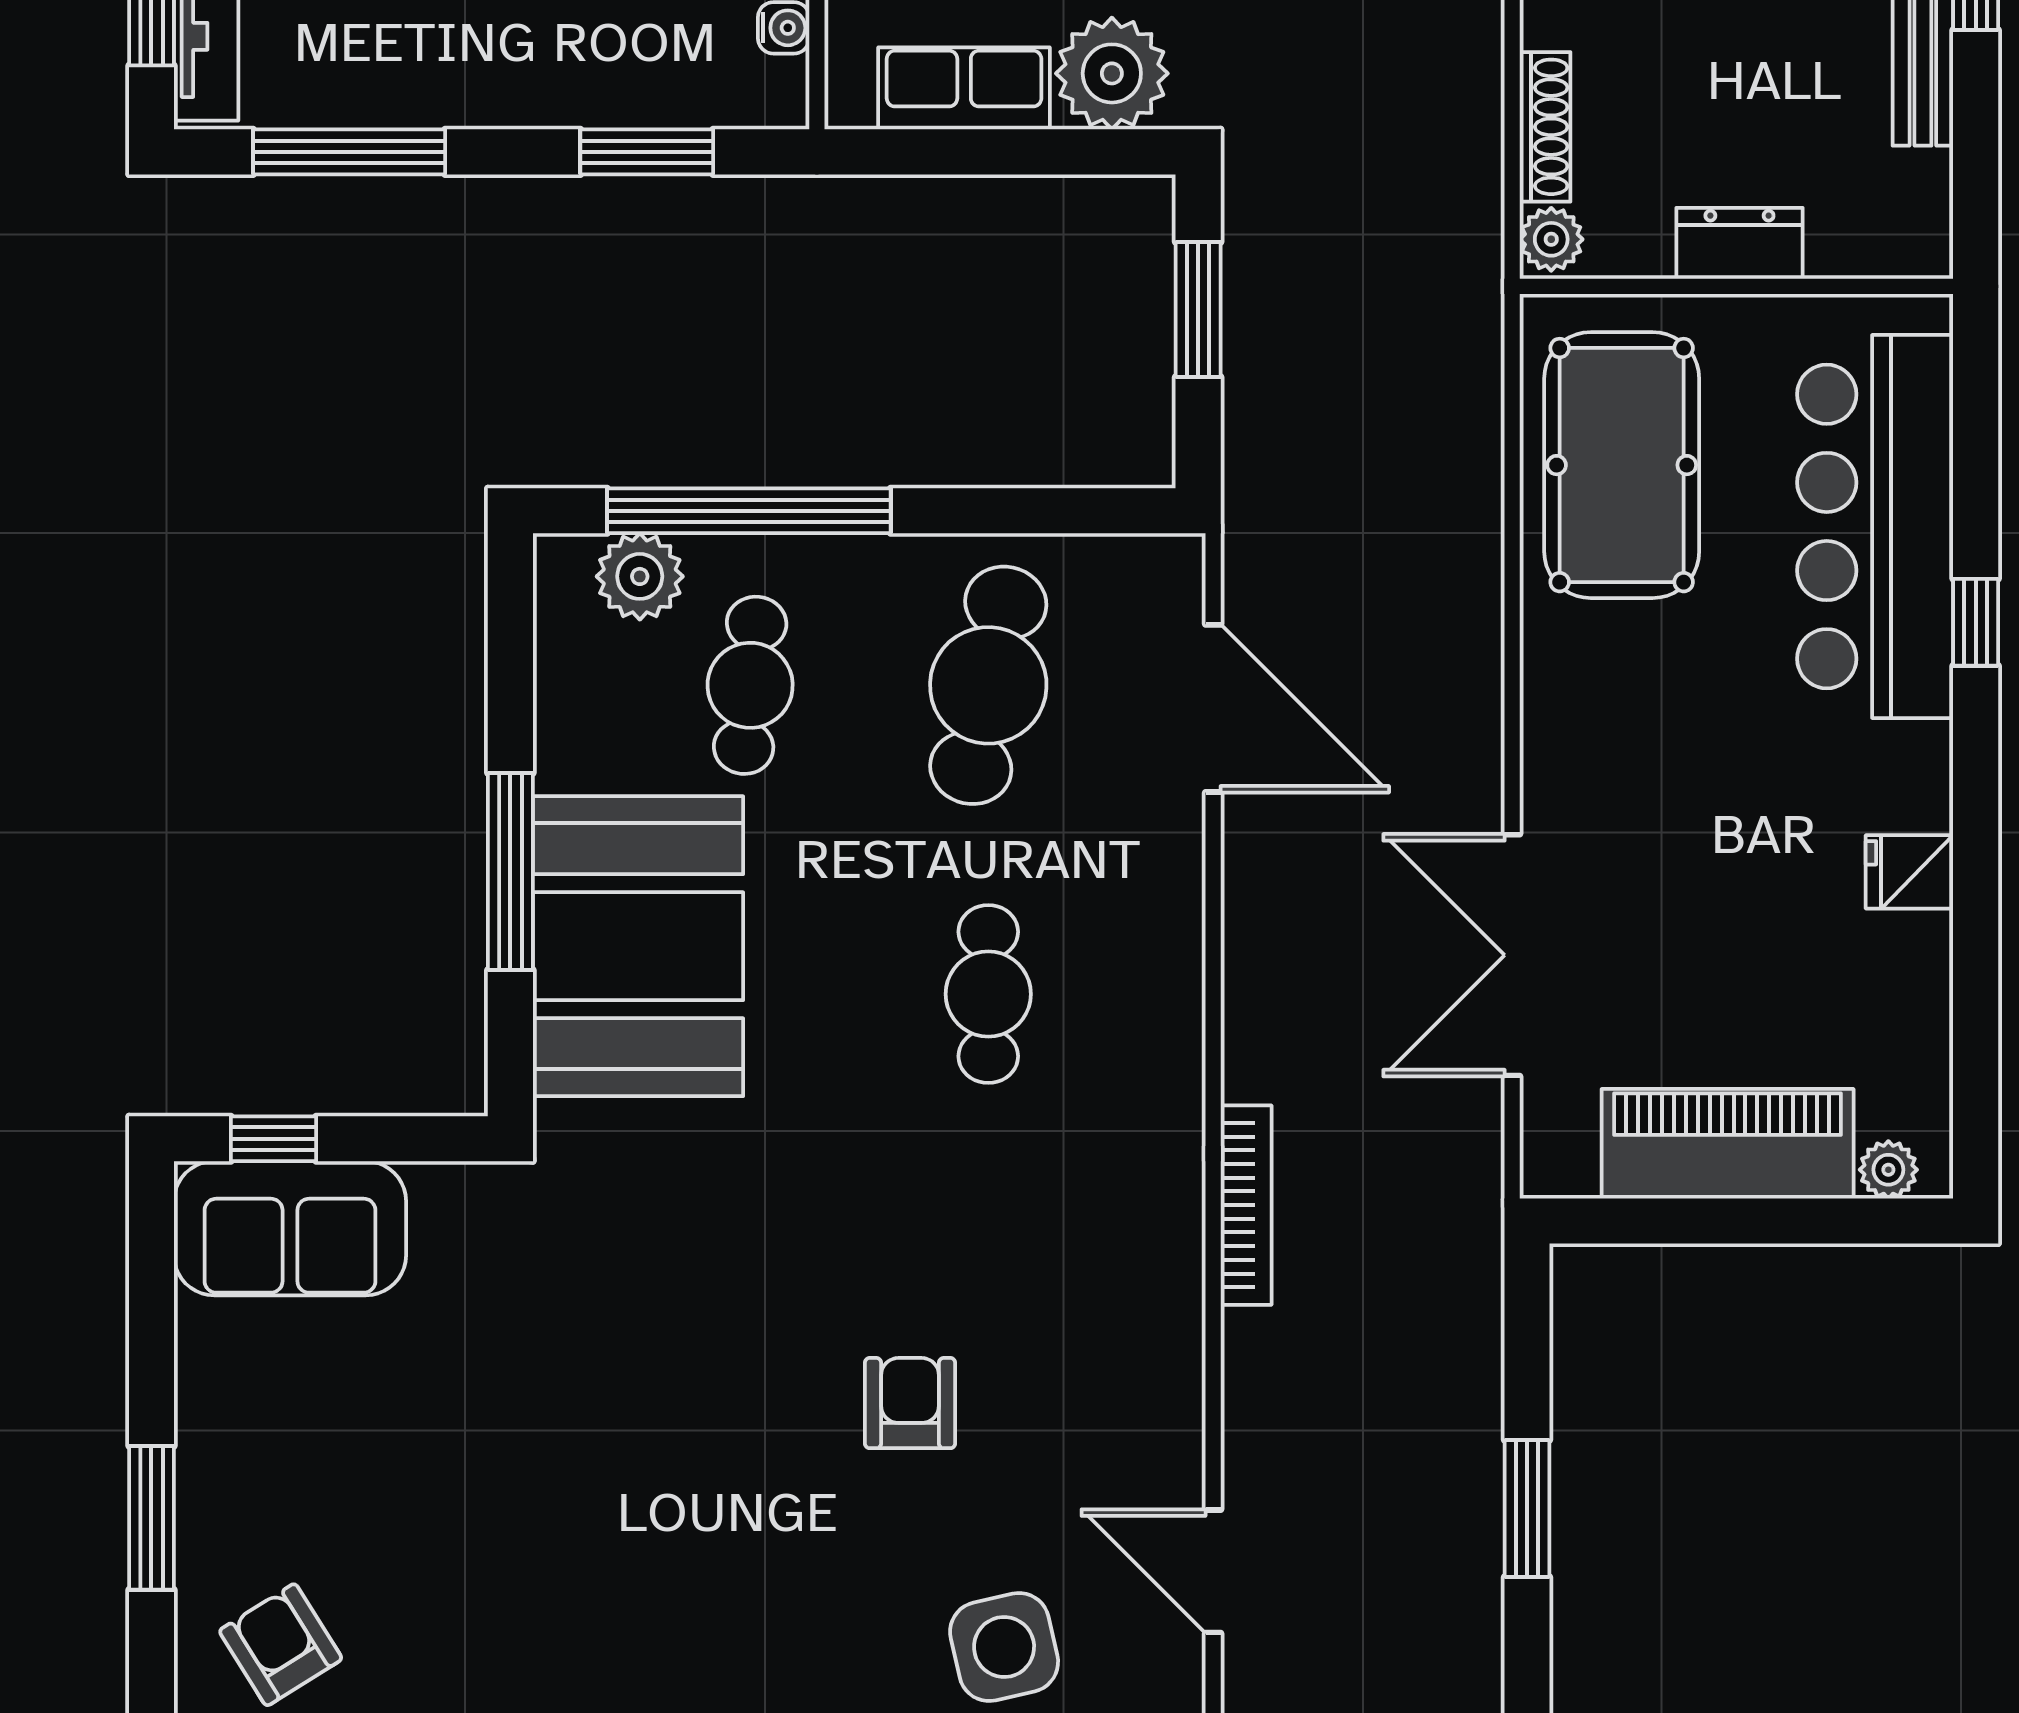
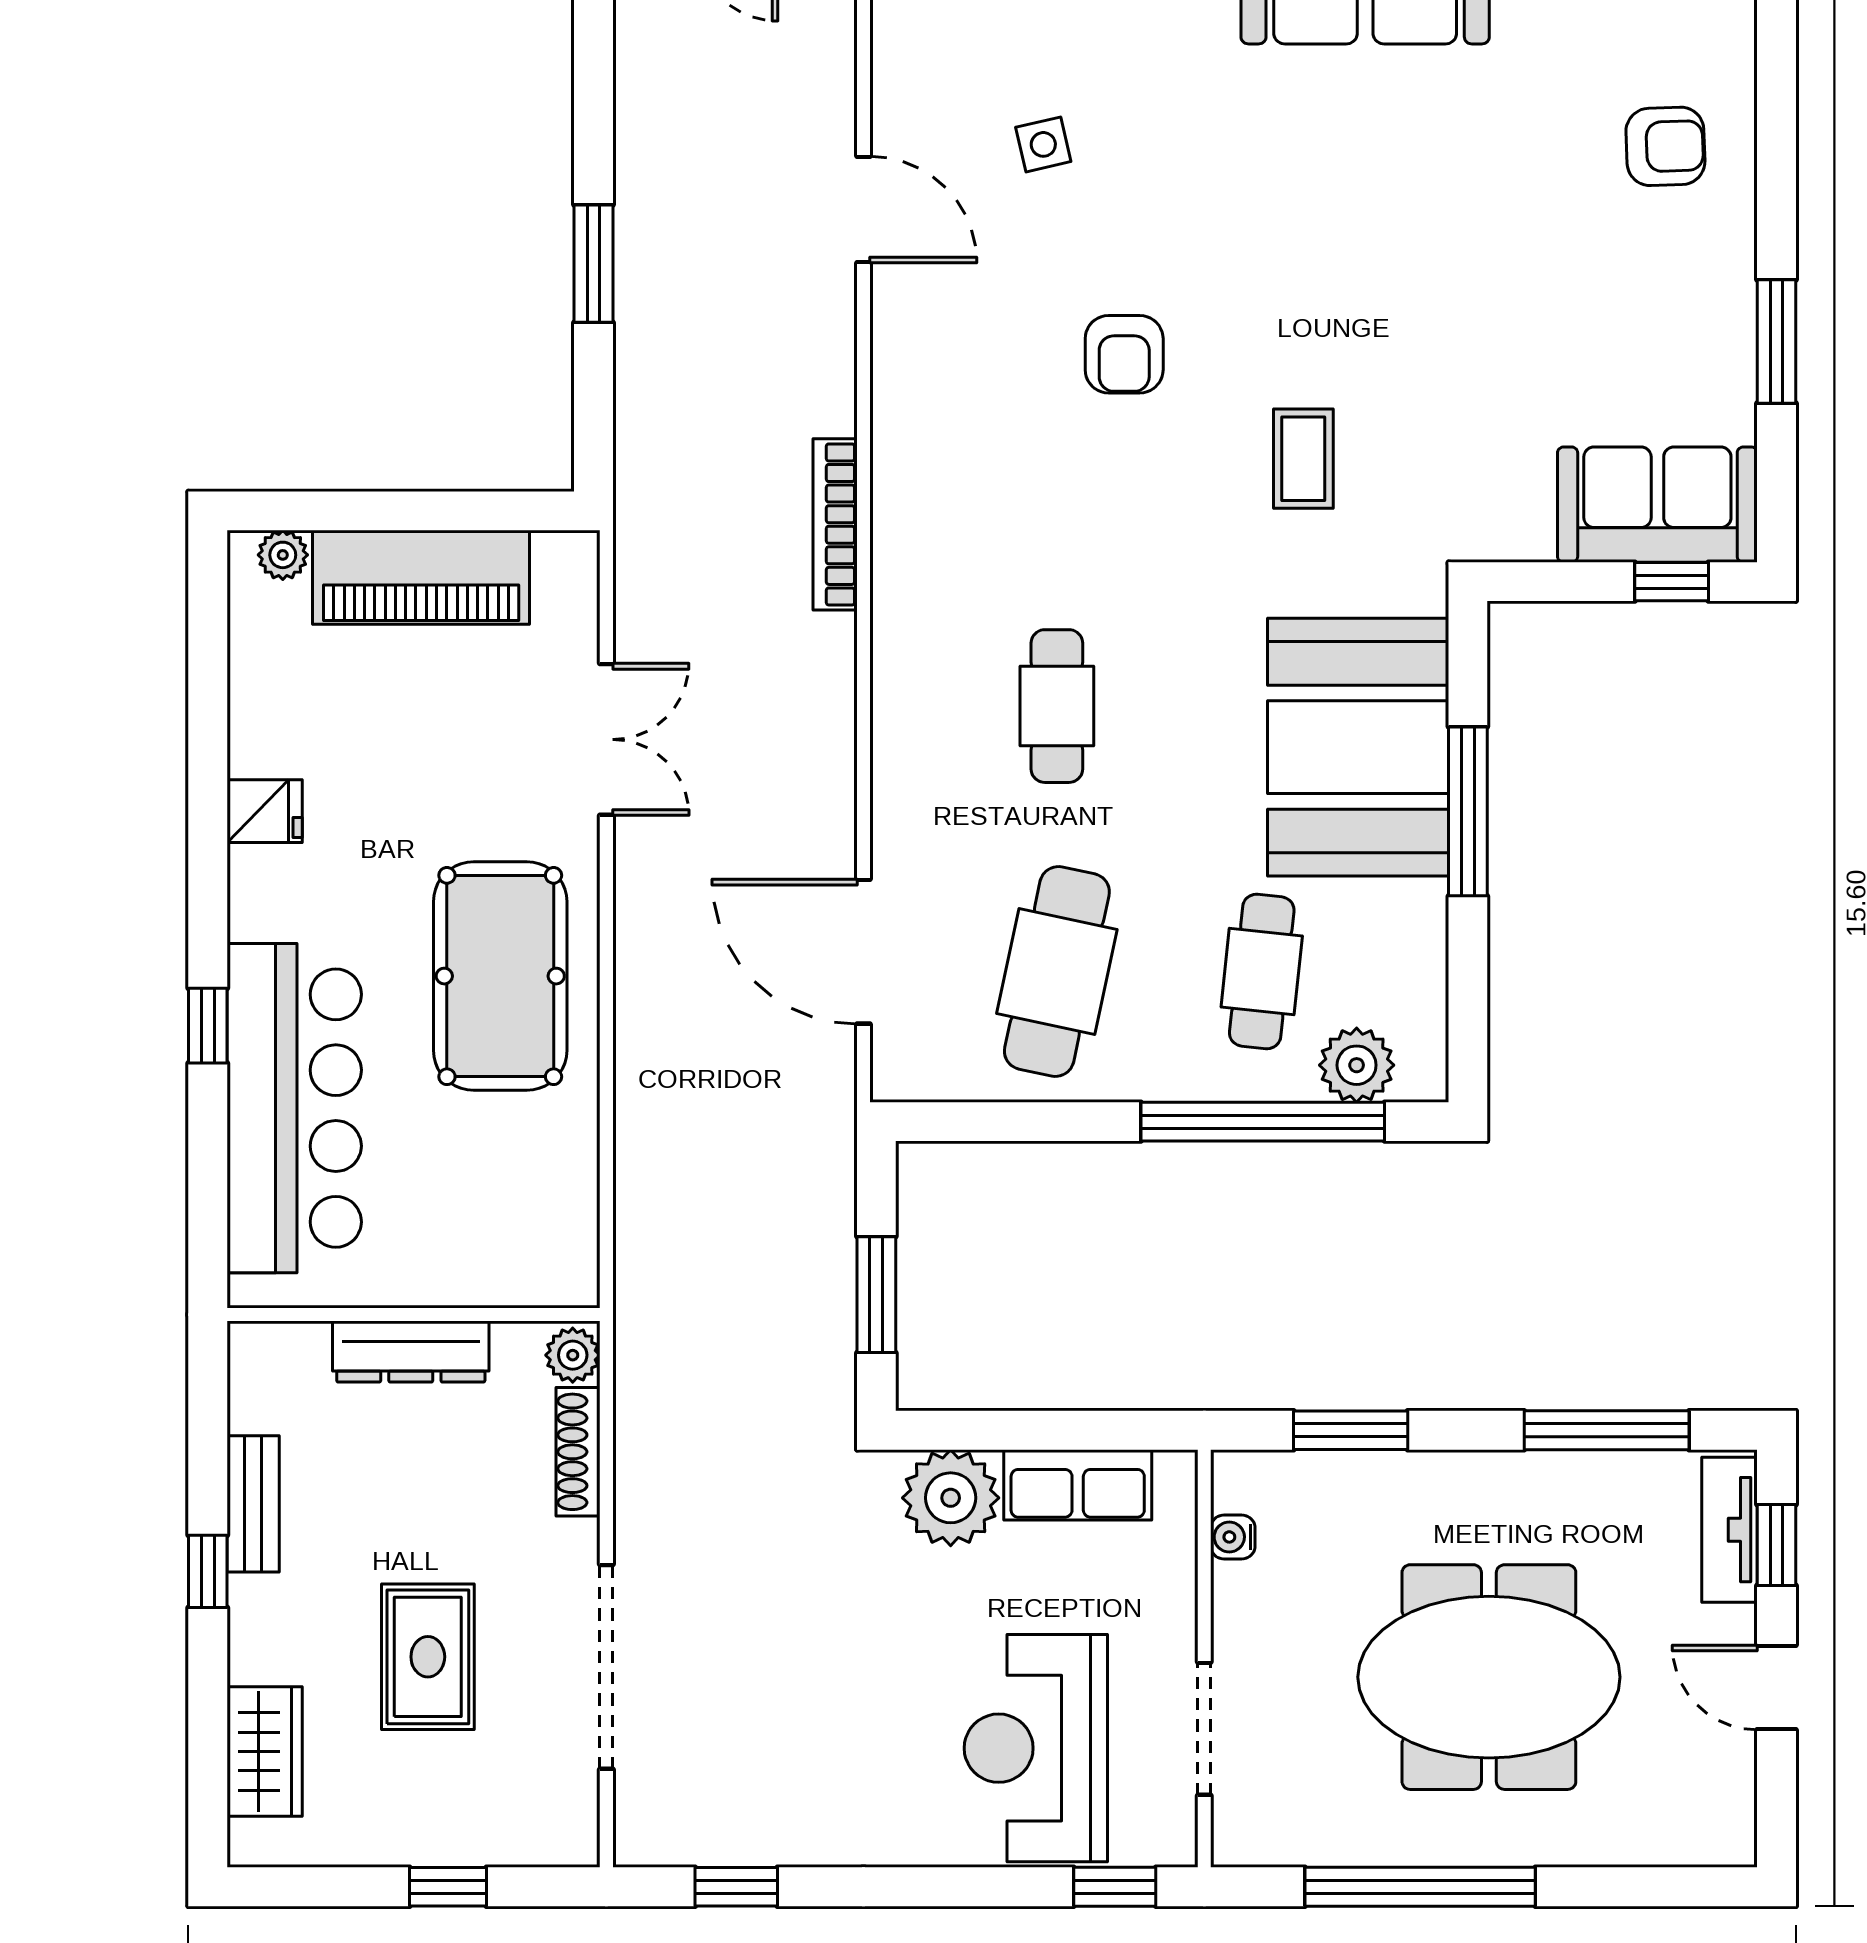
dresser: (1739, 243) -> (411, 1352), width x1.44
pool table: (1622, 465) -> (500, 976), moved
double door: (1512, 955) -> (606, 739), width x0.73
coffee table: (702, 1282) -> (1303, 459), added
window: (151, 1518) -> (1777, 342), moved
armchair: (281, 1645) -> (1665, 146), turned -60
side table: (1004, 1647) -> (1043, 144), width x0.54, depth x0.54

